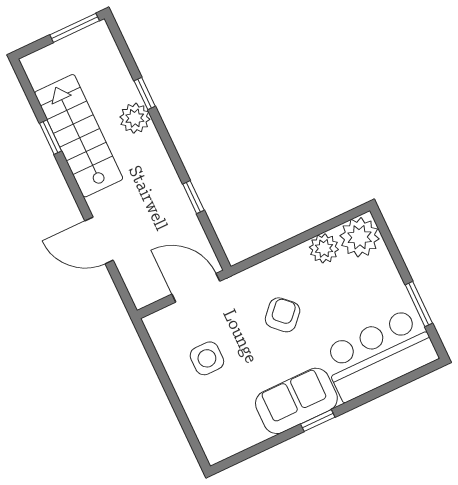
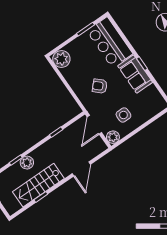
plant: (324, 248) -> (113, 137), moved

